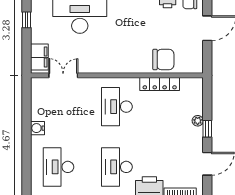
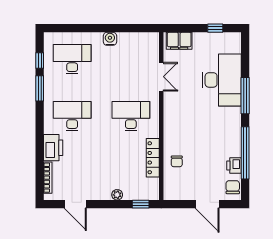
chair: (163, 59) -> (177, 161), width x0.54, depth x0.54
double door: (63, 75) -> (161, 77), moved
window: (207, 129) -> (141, 204), moved

